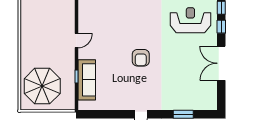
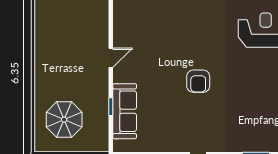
parasol: (42, 86) -> (64, 120), width x0.73, depth x0.73

